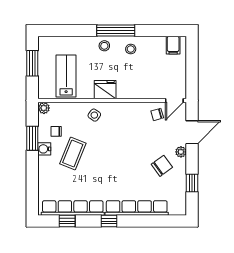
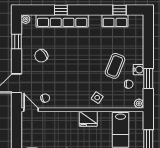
door: (174, 101) -> (31, 110), hinge flipped
plant: (181, 152) -> (26, 19), moved
row of seats: (73, 208) -> (115, 21), width x0.50
window: (109, 221) -> (61, 10), moved

